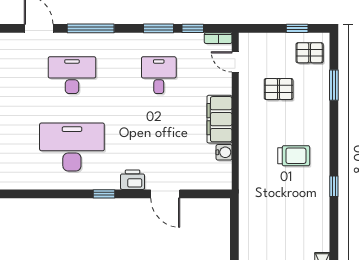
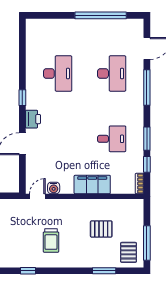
window: (297, 28) -> (147, 243), width x2.17
door: (235, 62) -> (37, 196), moved
pallet: (279, 89) -> (101, 229), turned 90
filing cabinet: (219, 119) -> (92, 184), moved
desk: (72, 147) -> (58, 73), width x0.73, depth x0.77

